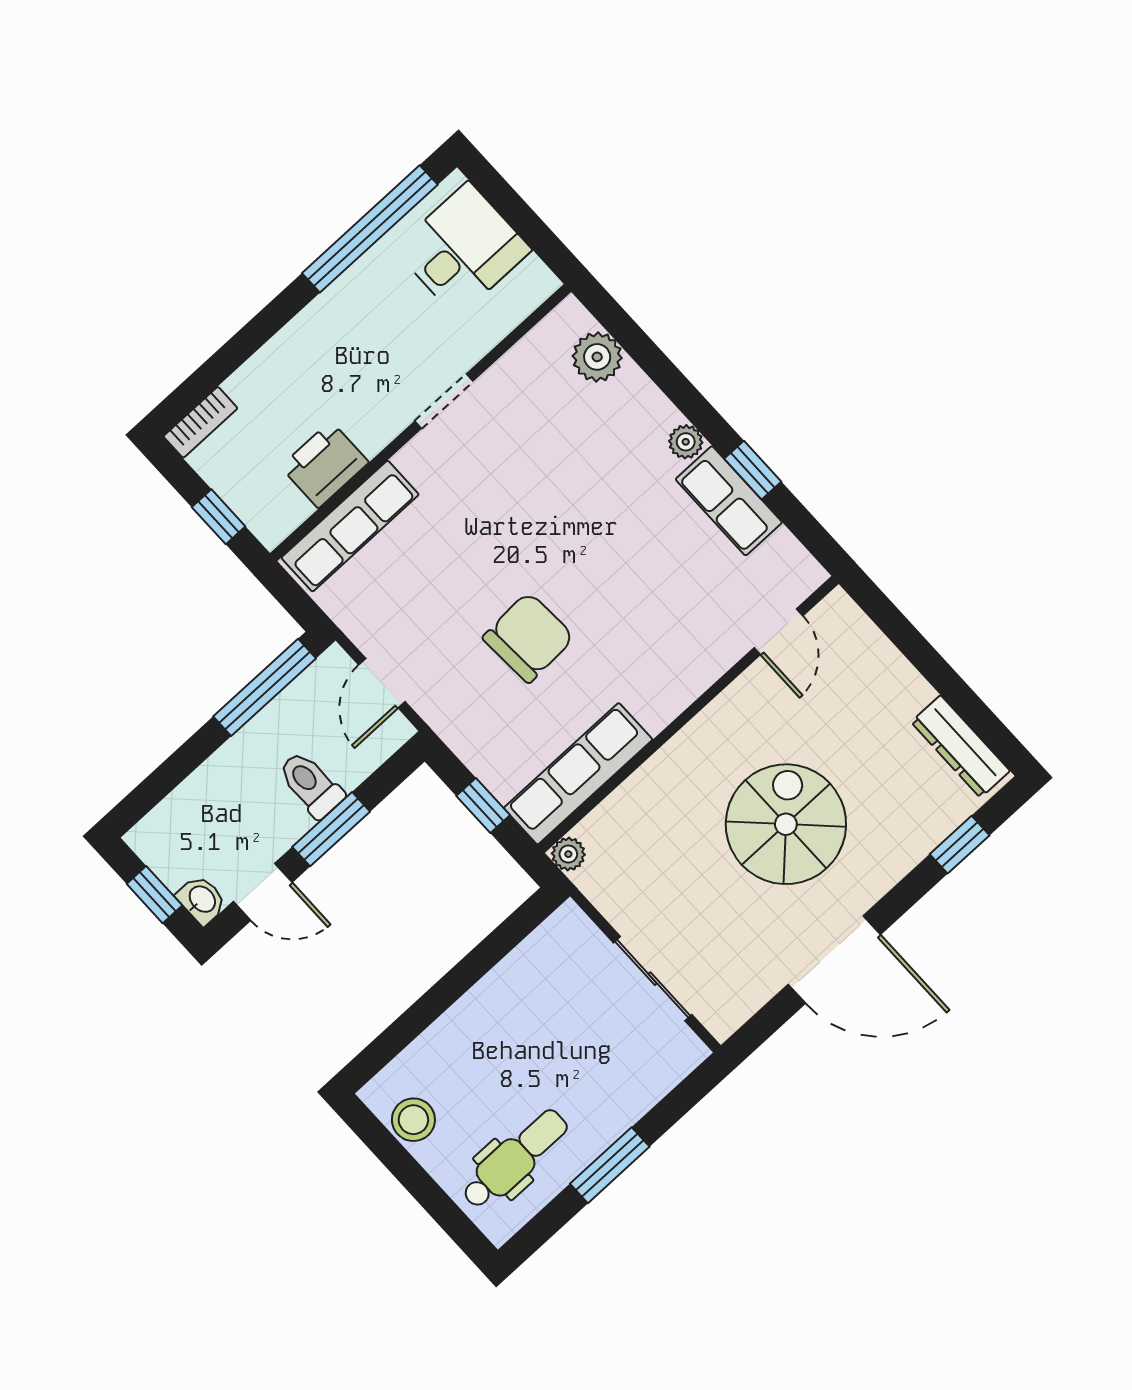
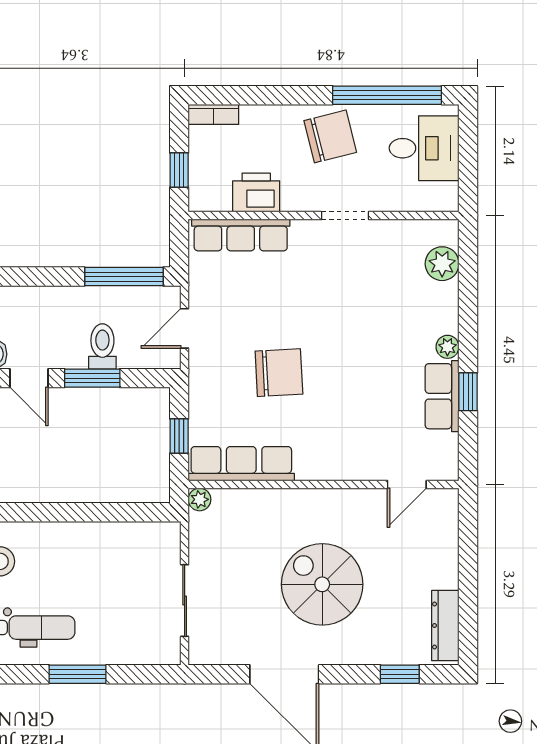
chair: (349, 330) -> (330, 136), added
spiral stairs: (786, 824) -> (322, 584), turned -90

